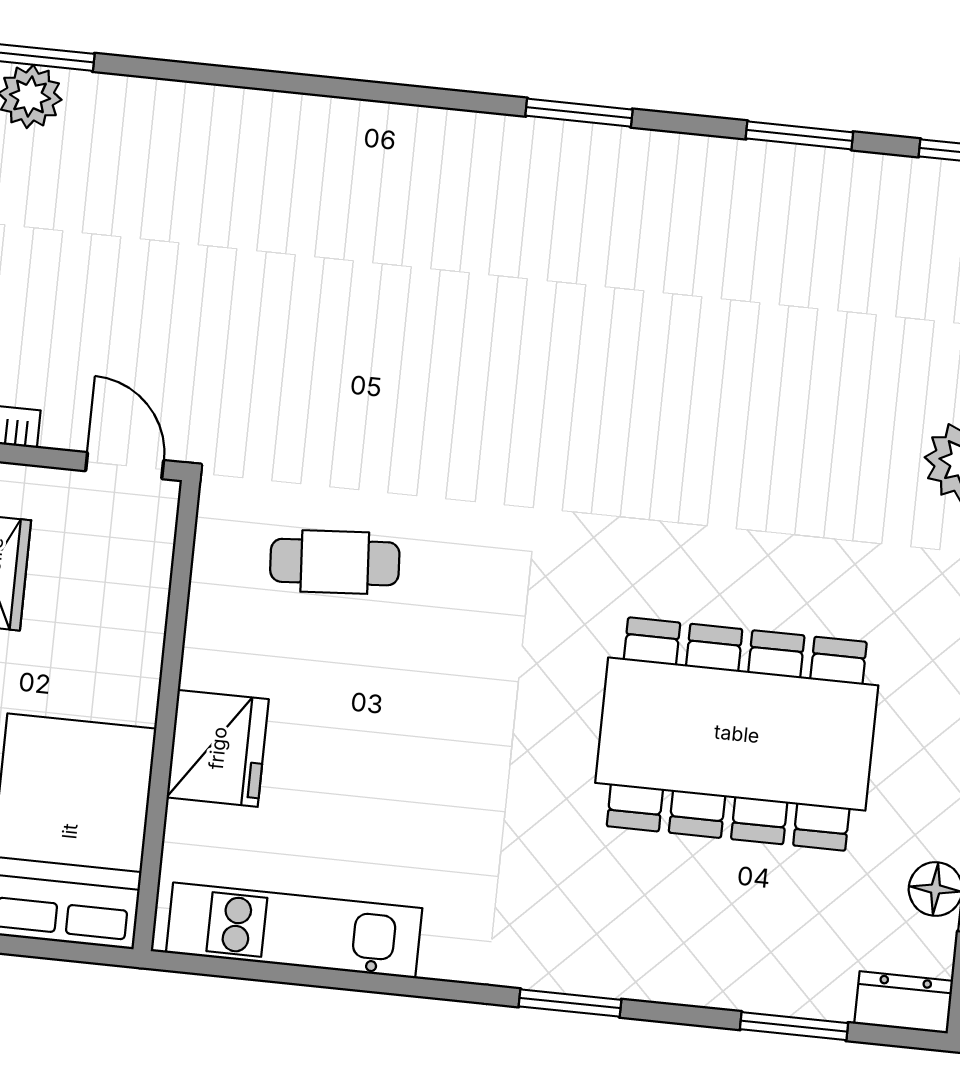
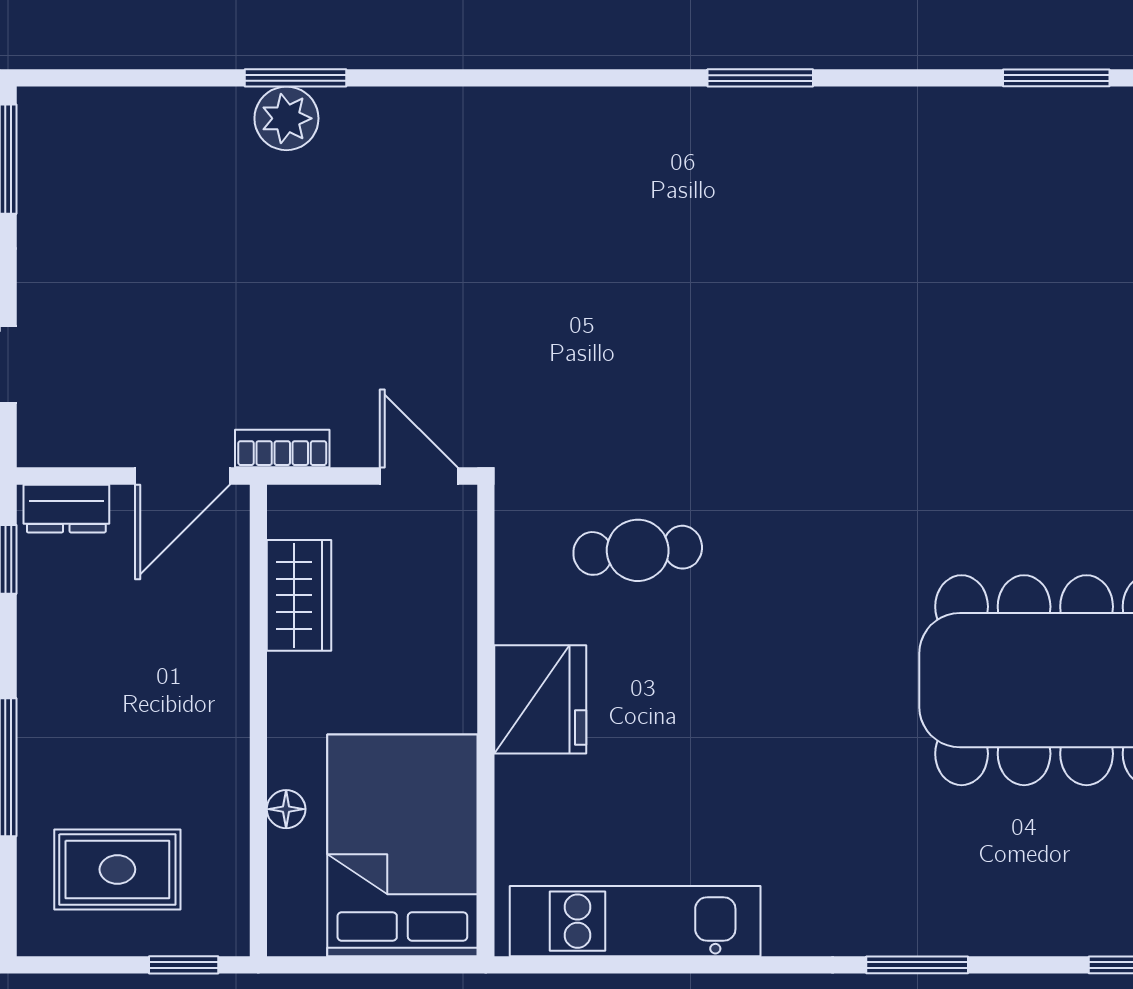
window: (579, 113) -> (760, 78), moved
fridge: (218, 748) -> (540, 699), moved

